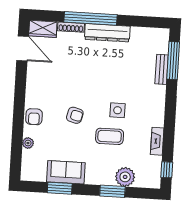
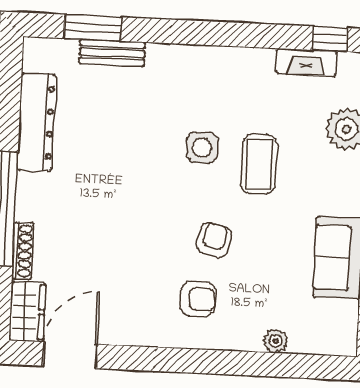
dresser: (107, 33) -> (36, 122), moved
window: (173, 61) -> (93, 28), width x0.69
armchair: (34, 117) -> (198, 299), moved
fireplace: (157, 141) -> (306, 62), moved

